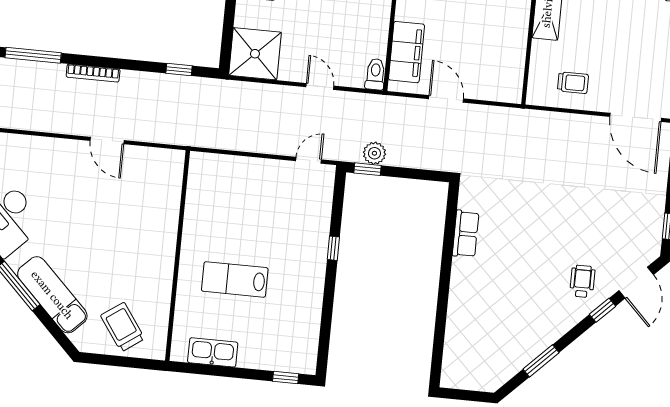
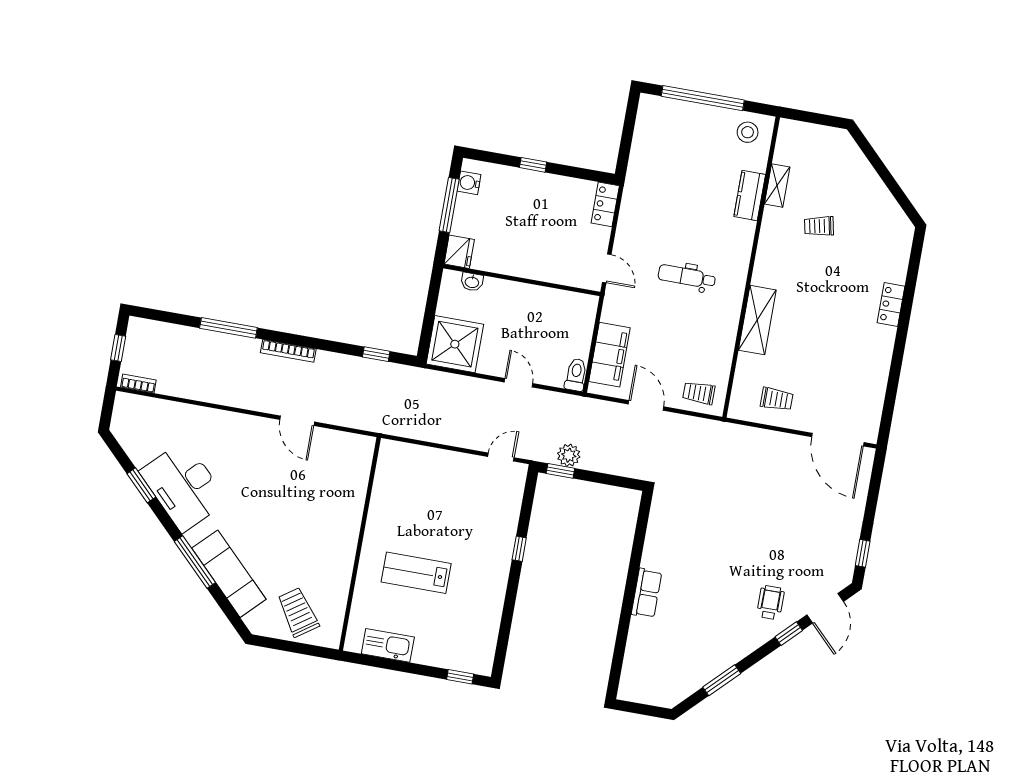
trolley: (497, 83) -> (699, 393), added
row of seats: (466, 234) -> (647, 593), moved

